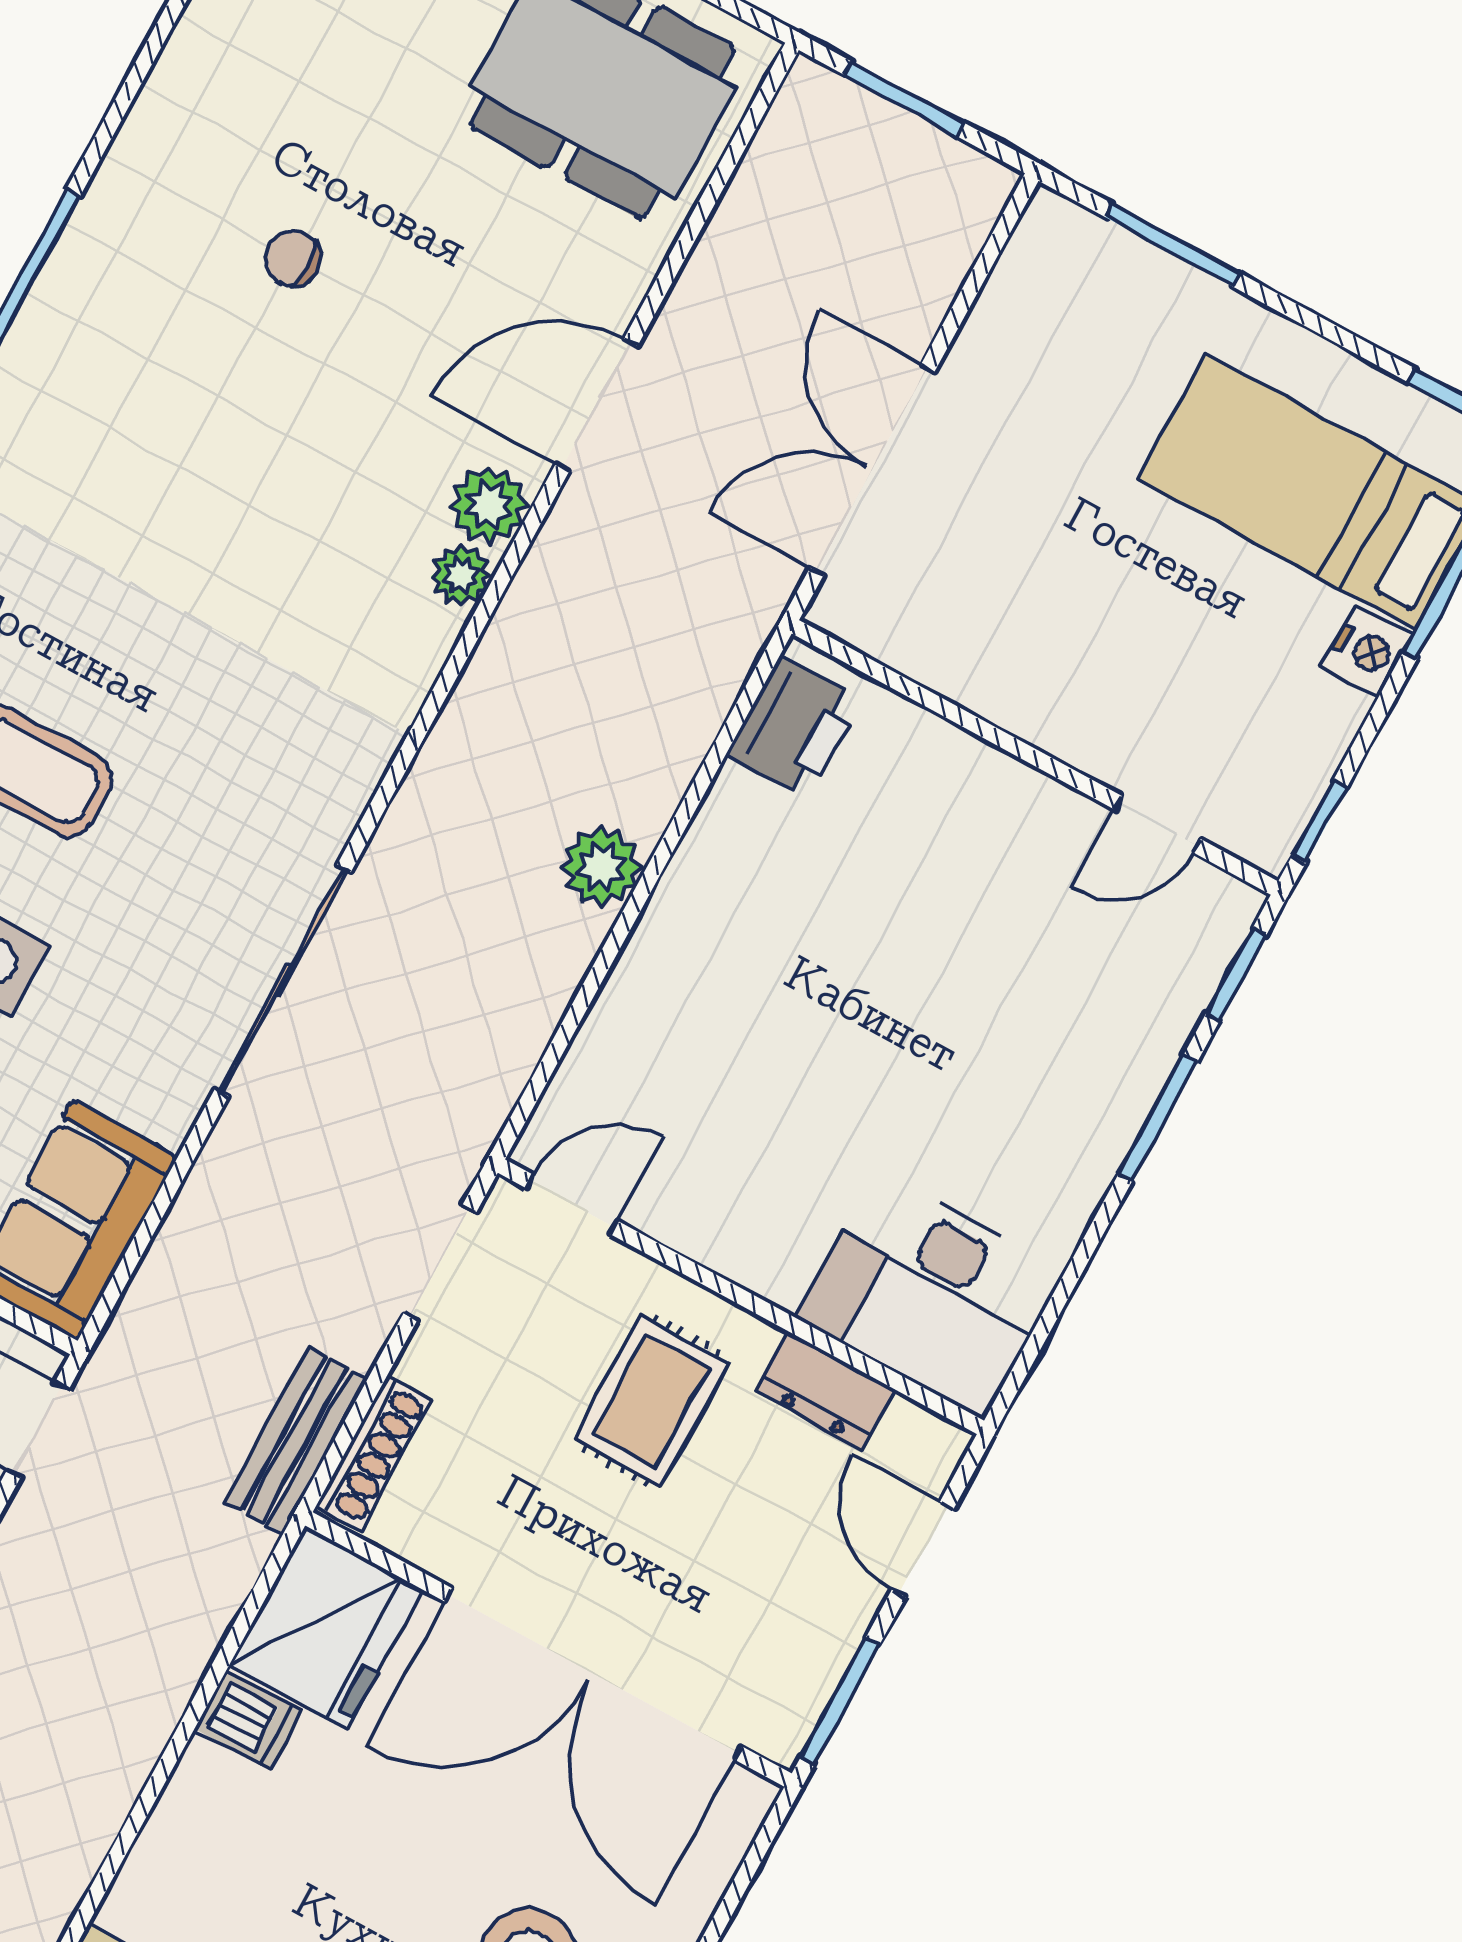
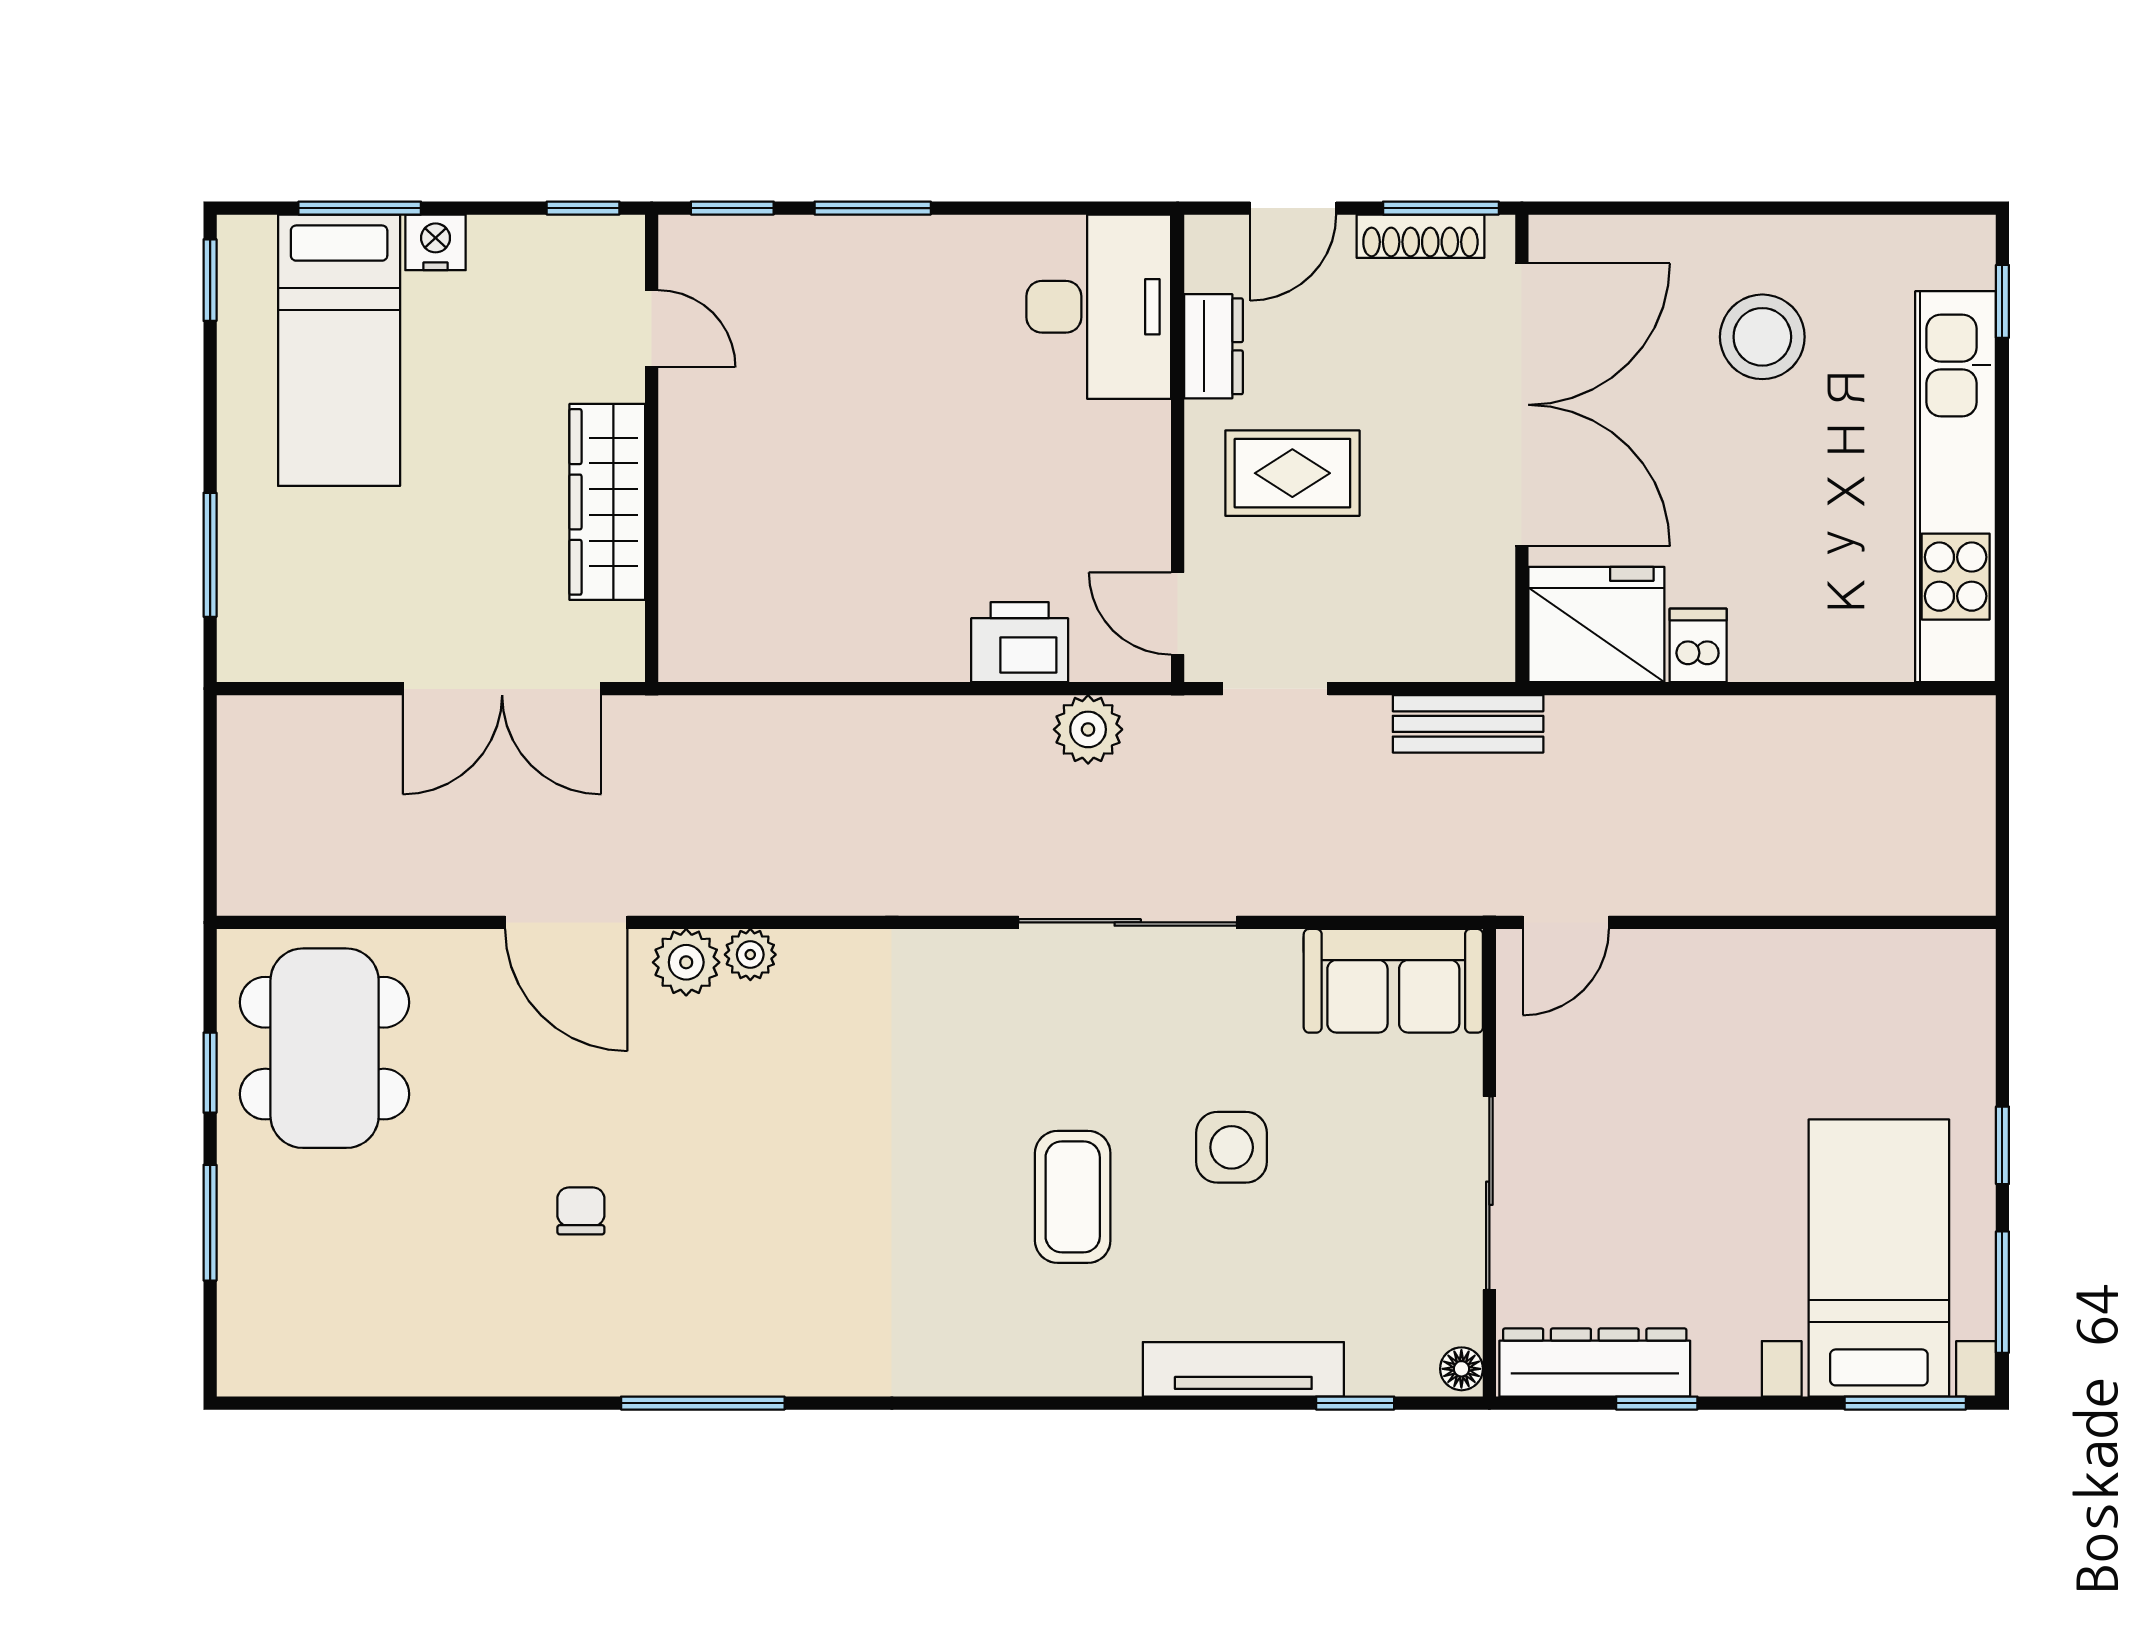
window: (904, 99) -> (210, 817), removed
chair: (293, 259) -> (581, 1211), turned 180
wardrobe: (1005, 682) -> (607, 502), added
printer: (794, 727) -> (1020, 642), moved
plant: (601, 867) -> (1088, 729), moved
shoe rack: (374, 1453) -> (1420, 236), moved, turned 180

